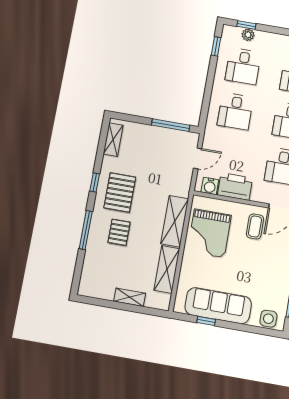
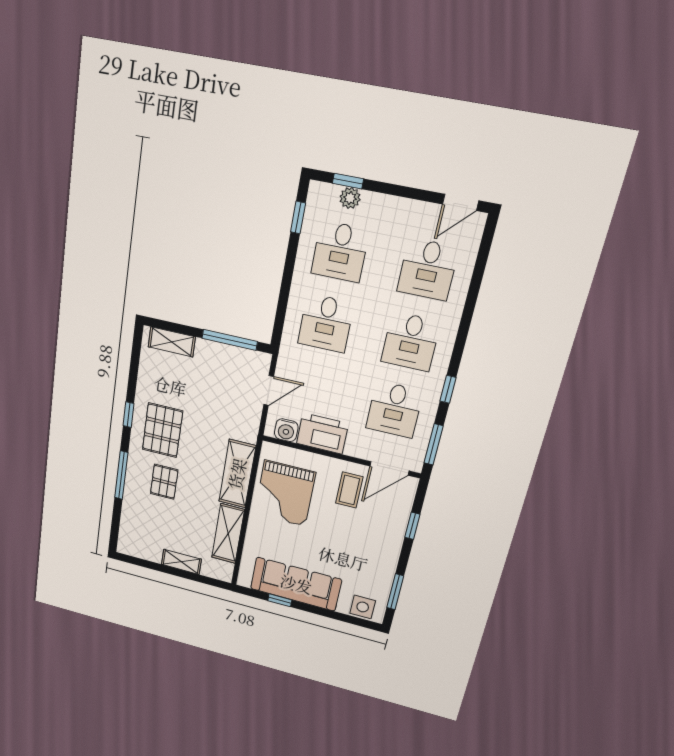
shelving: (113, 140) -> (172, 342), moved, turned 90

